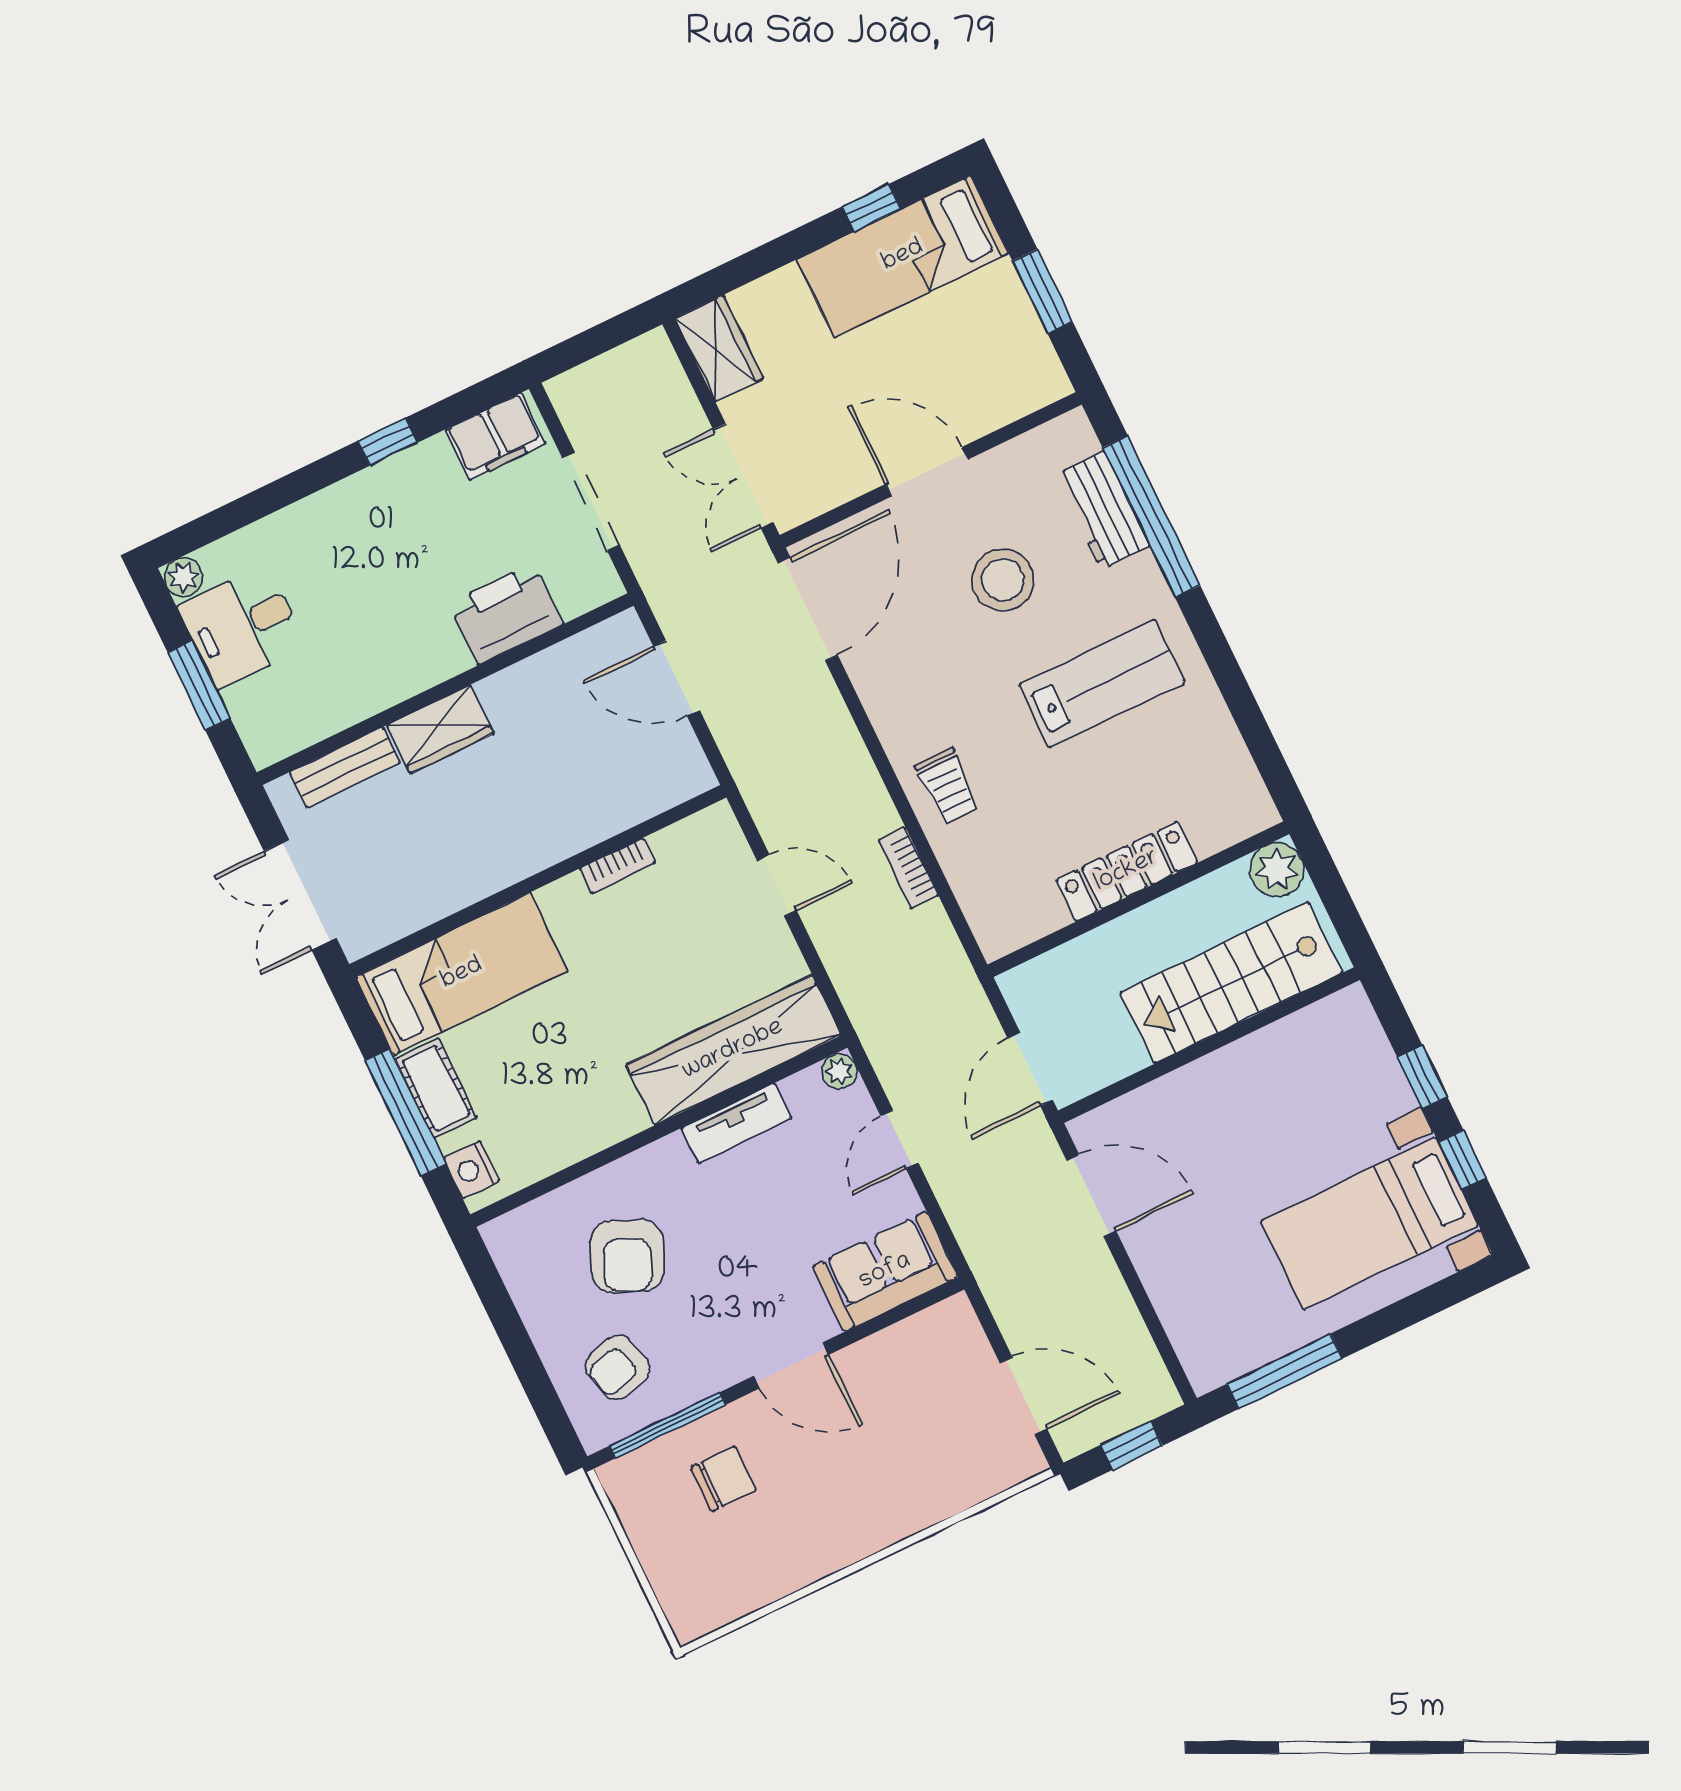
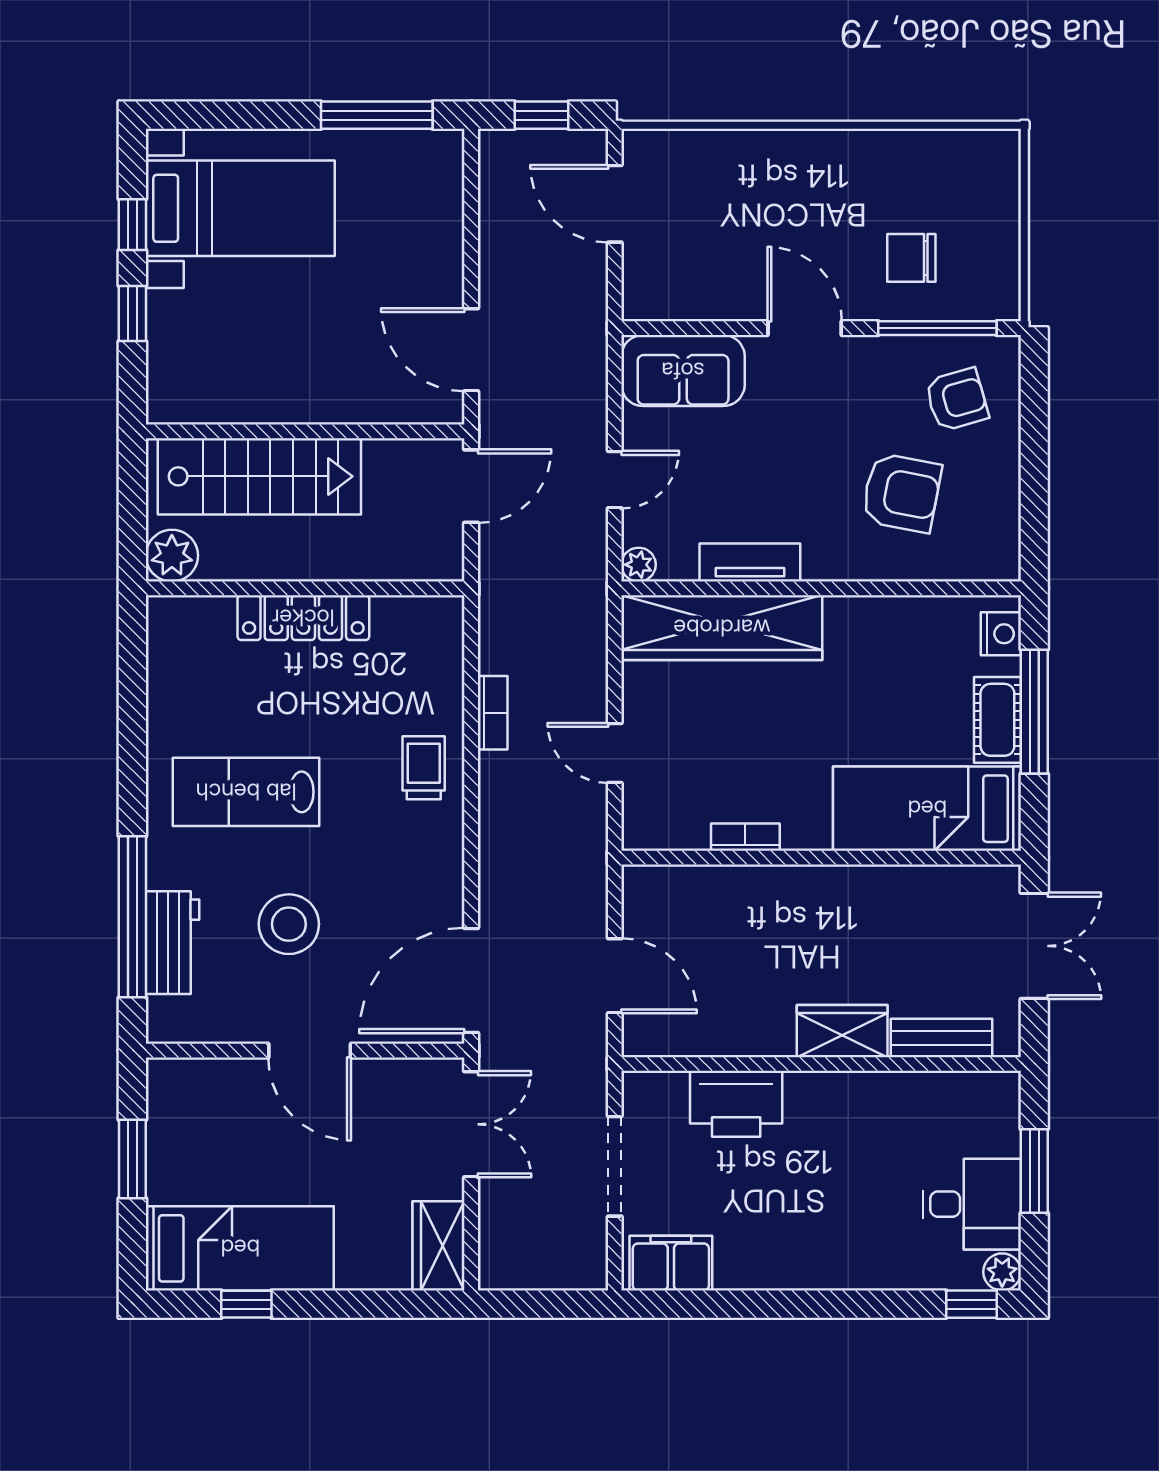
window: (387, 442) -> (972, 1304), moved
armchair: (627, 1256) -> (901, 493), turned 77

